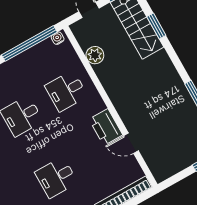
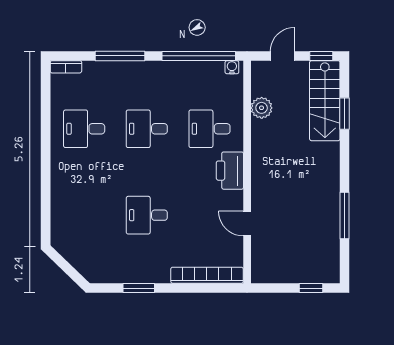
printer: (106, 127) -> (230, 171), moved

